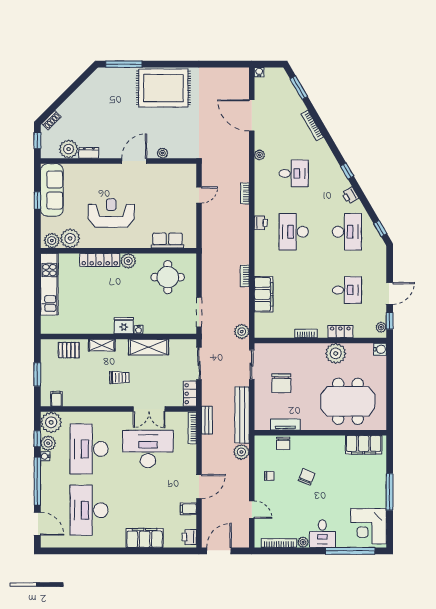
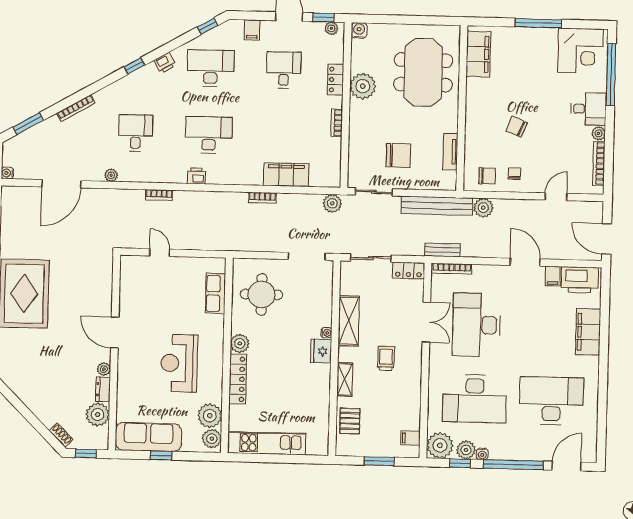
plant: (162, 153) -> (104, 369), moved
desk: (294, 232) -> (209, 135), turned 180
filing cabinet: (378, 264) -> (252, 30), added
chair: (283, 443) -> (487, 176), moved
desk: (89, 510) -> (551, 401), turned 180
printer: (189, 537) -> (580, 280), width x1.87, depth x1.48

